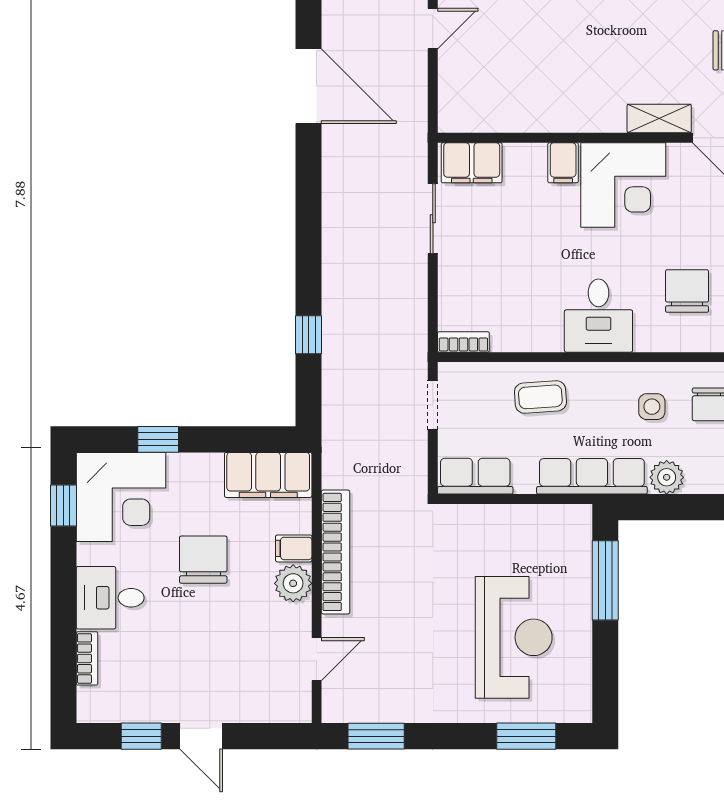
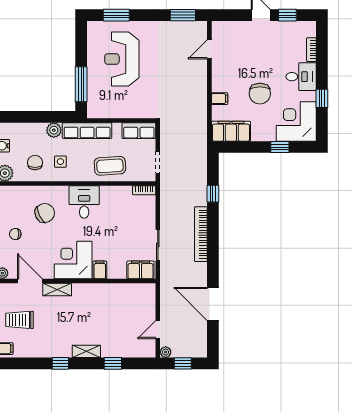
chair: (687, 291) -> (45, 213), turned -116
coffee table: (540, 397) -> (110, 166), width x1.36, depth x1.30
window: (63, 506) -> (322, 98), moved
bookcase: (336, 552) -> (201, 234), moved
plant: (293, 583) -> (220, 83), removed

